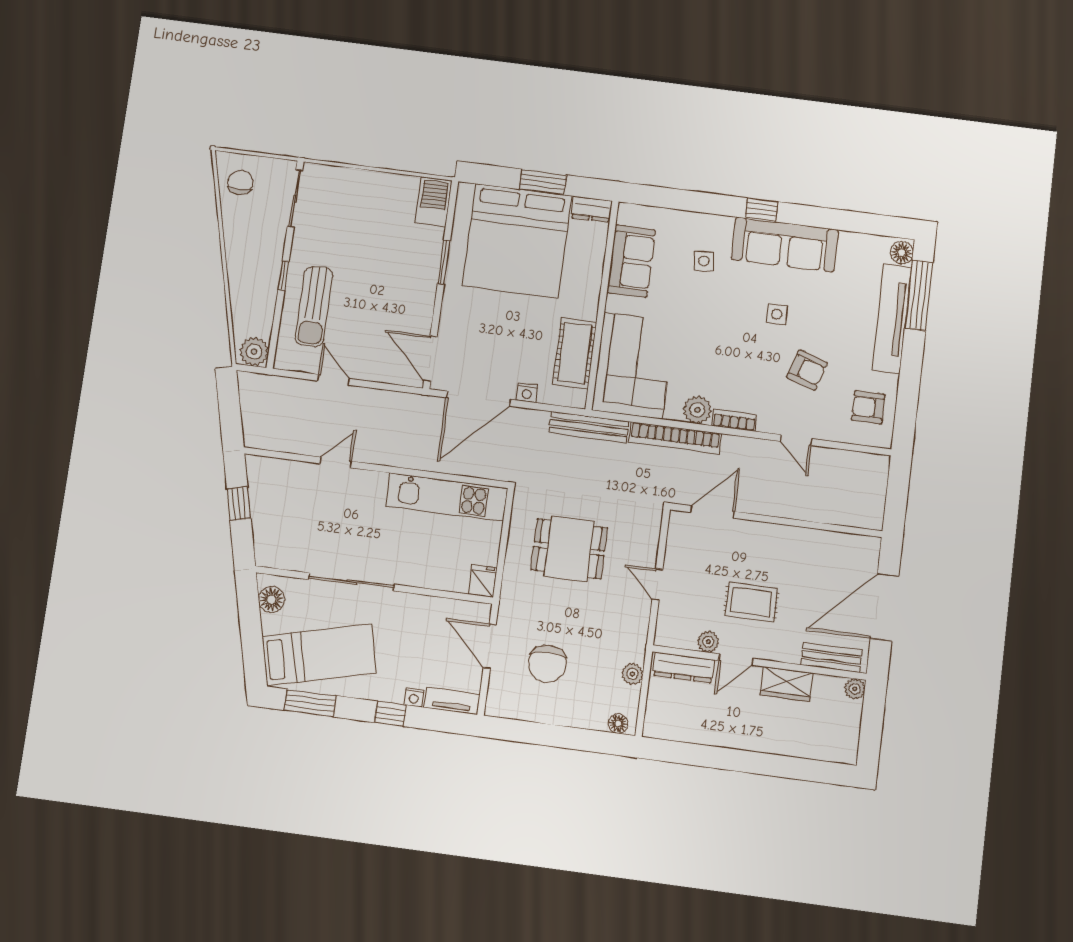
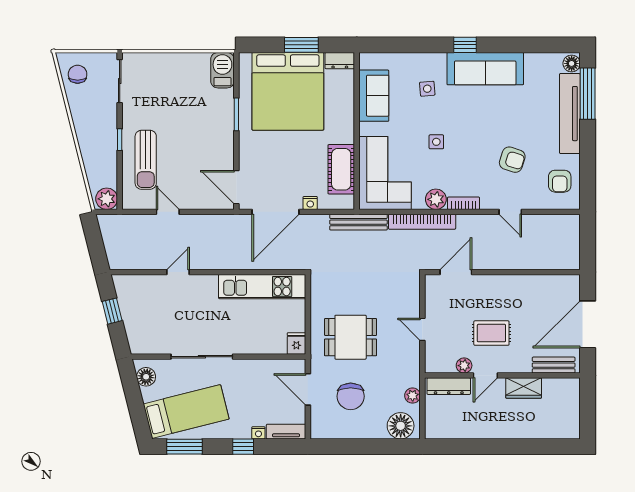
side table: (777, 314) -> (436, 142), moved
armchair: (868, 407) -> (560, 181), turned -90
dining table: (569, 549) -> (351, 337), moved
plant: (855, 689) -> (573, 385), removed
floor lamp: (618, 724) -> (401, 426), width x1.89, depth x1.89

